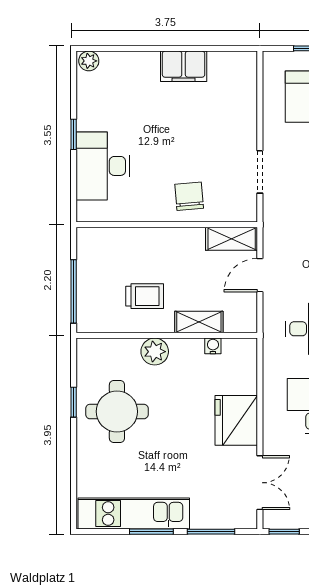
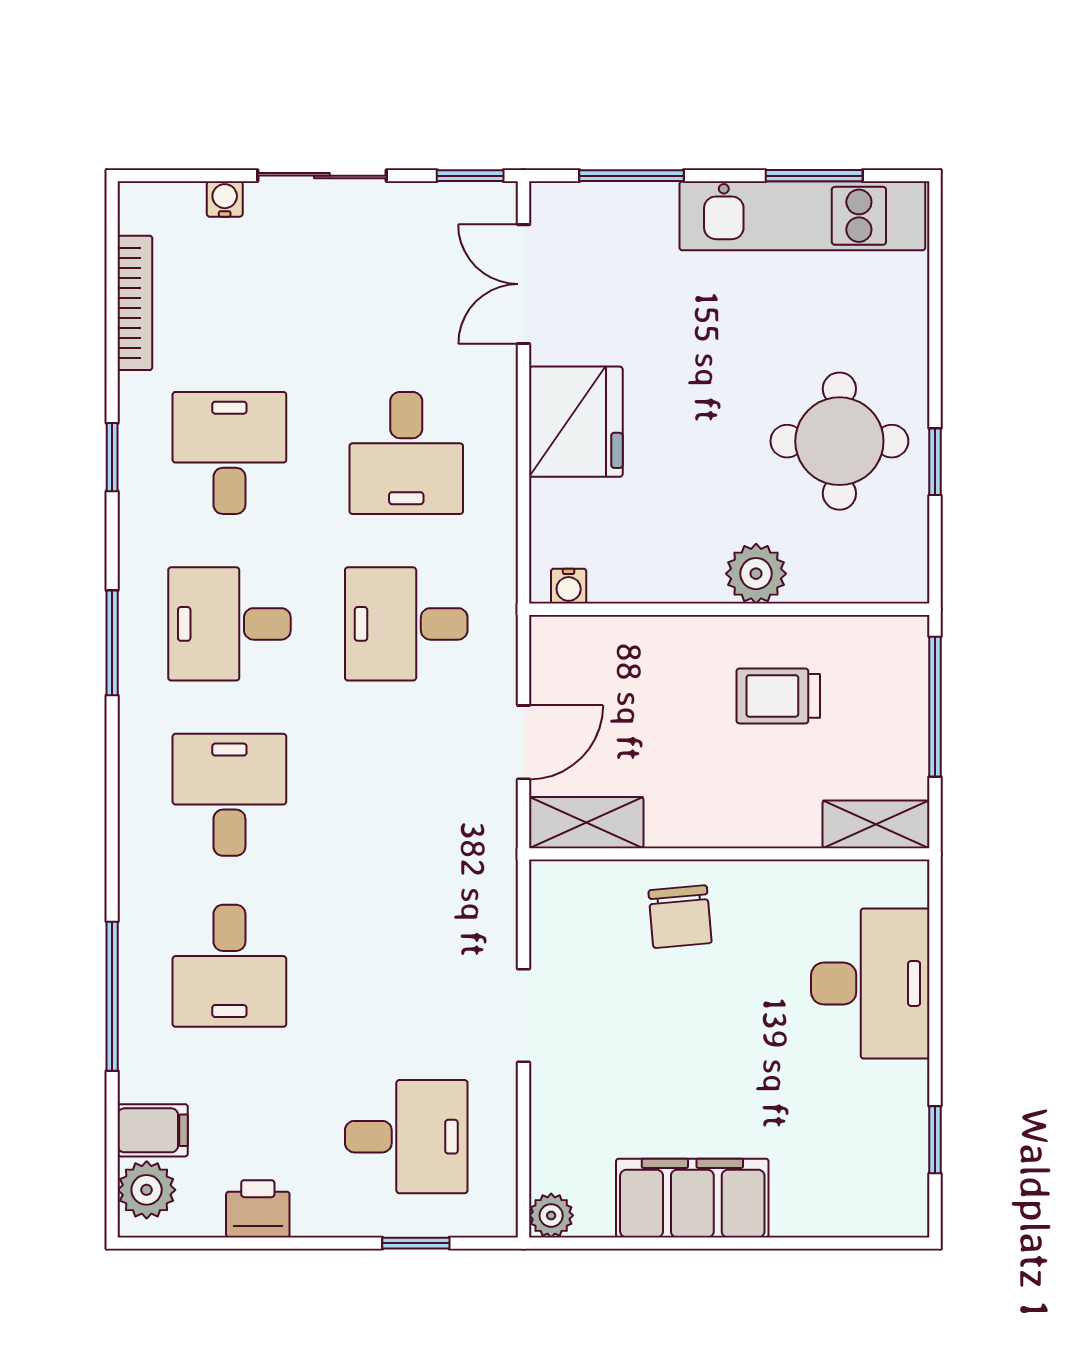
plant: (89, 61) -> (551, 1215), moved
filing cabinet: (184, 66) -> (692, 1198), width x1.50, depth x1.17
window: (74, 134) -> (935, 1140), moved
doorway: (260, 172) -> (524, 1015), moved
shelving: (199, 322) -> (876, 824), moved
water cooler: (213, 346) -> (569, 586), moved
window: (151, 532) -> (814, 176), moved

